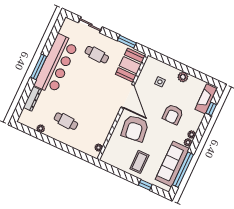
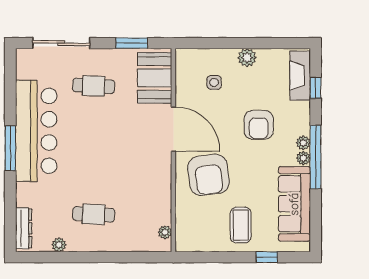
sliding door: (90, 25) -> (61, 43), width x1.37
dresser: (32, 99) -> (24, 228), moved
window: (183, 170) -> (316, 157), moved

